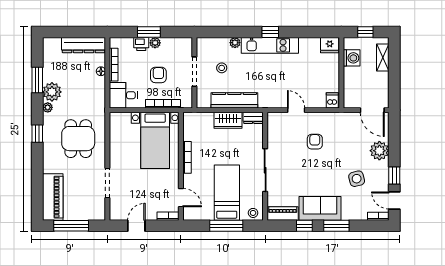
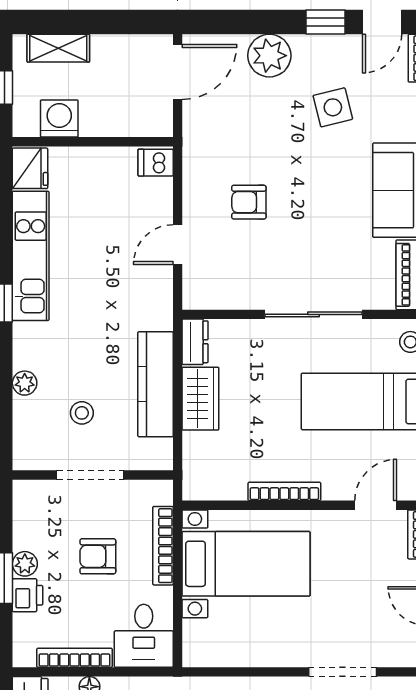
kitchen unit: (270, 45) -> (31, 256), moved

